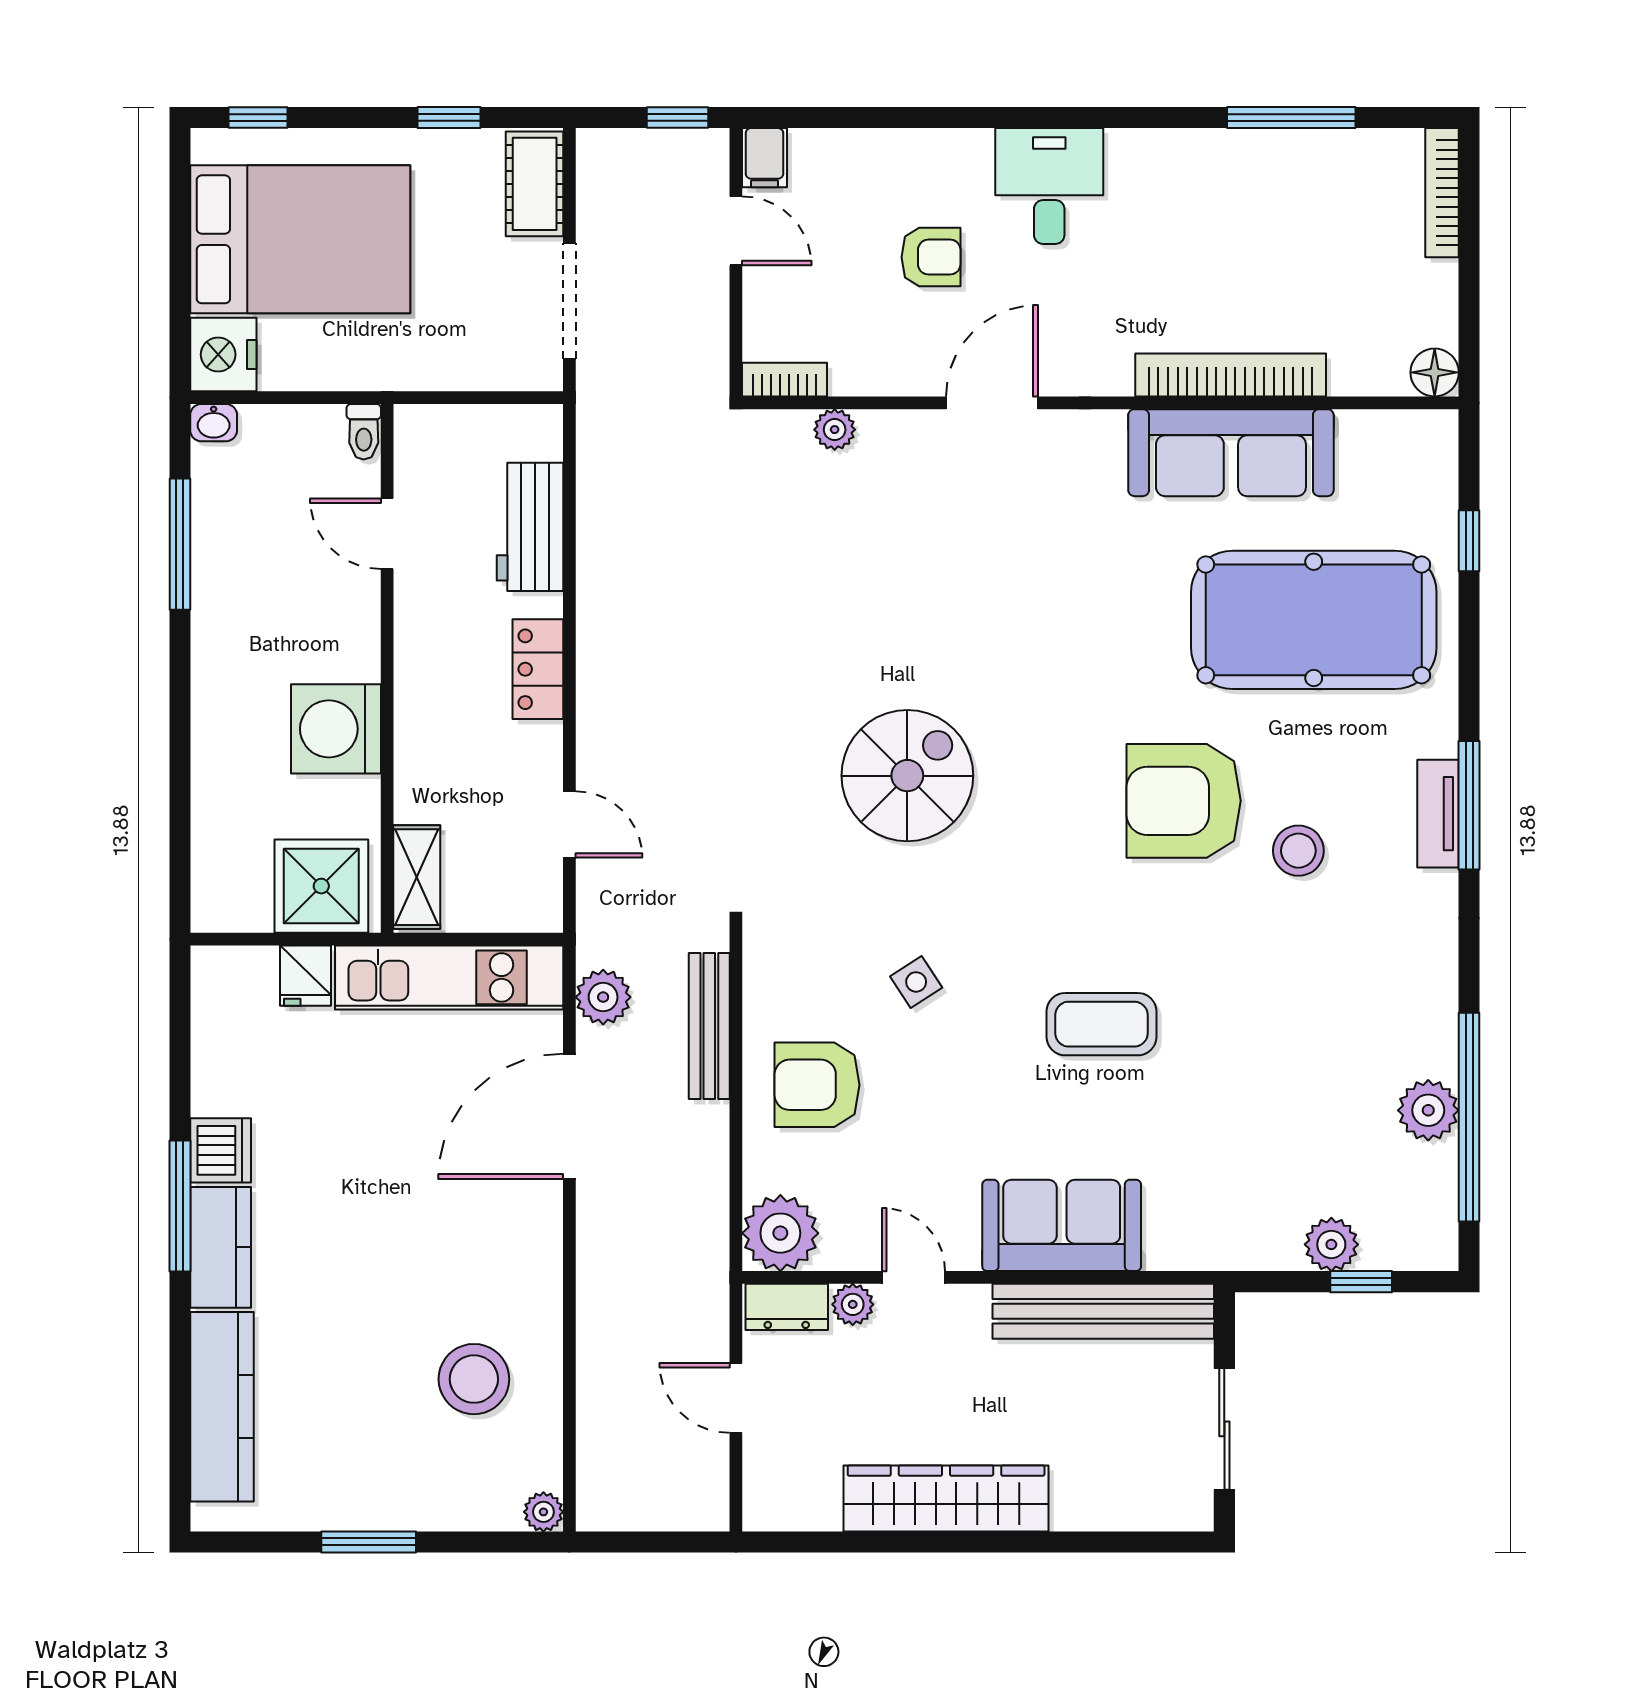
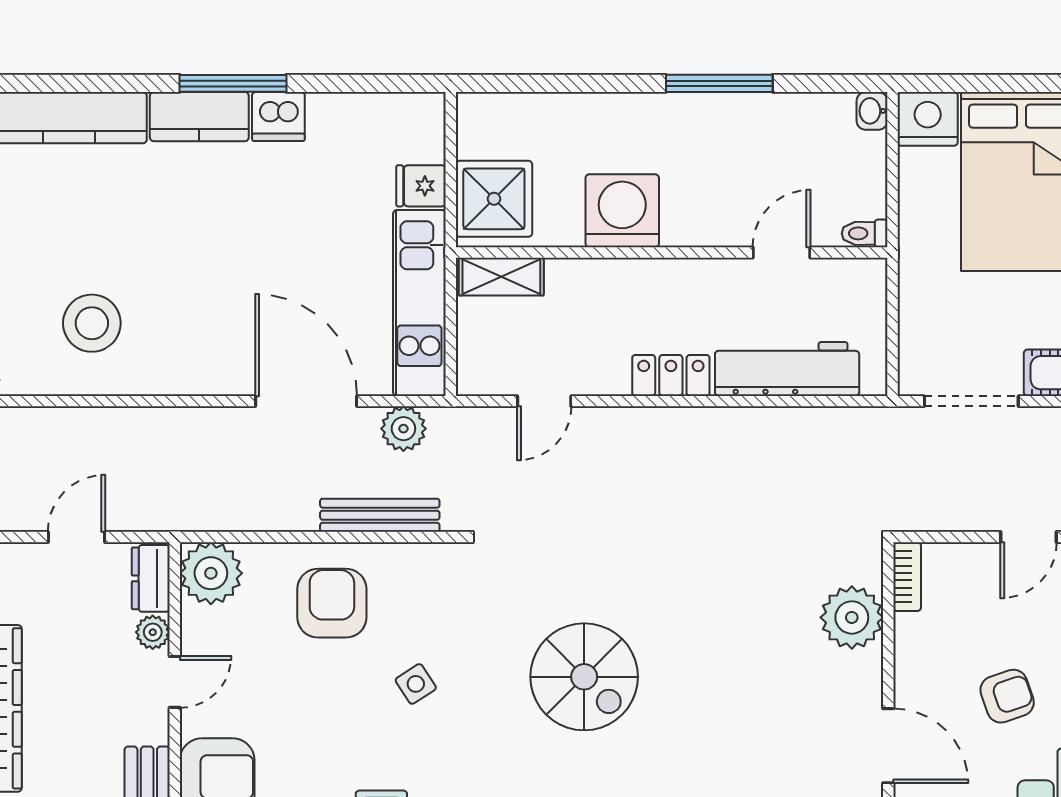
armchair: (931, 257) -> (1007, 696), turned -109
plant: (835, 430) -> (852, 617), width x1.88, depth x1.88
workbench: (530, 527) -> (787, 369), width x1.38
window: (180, 544) -> (719, 83), moved

